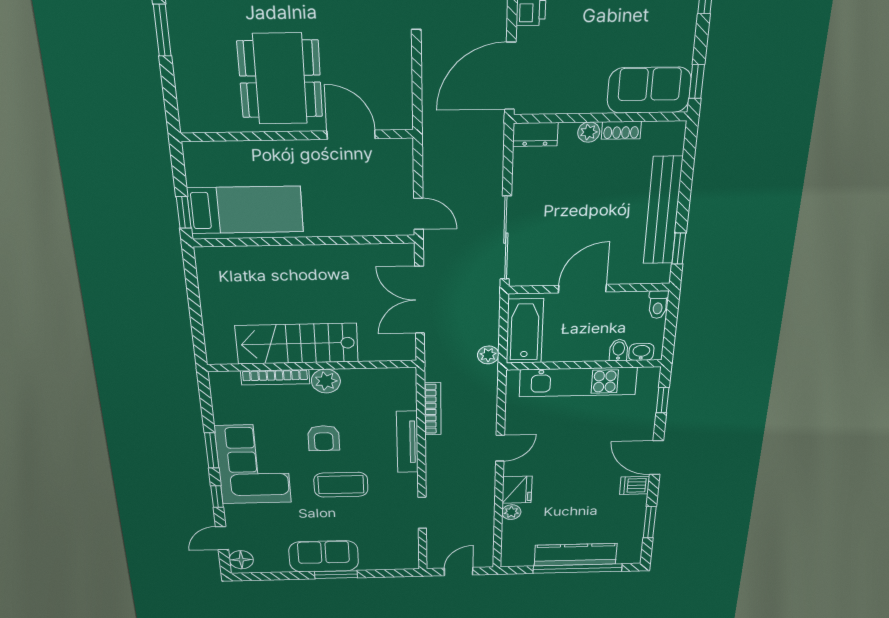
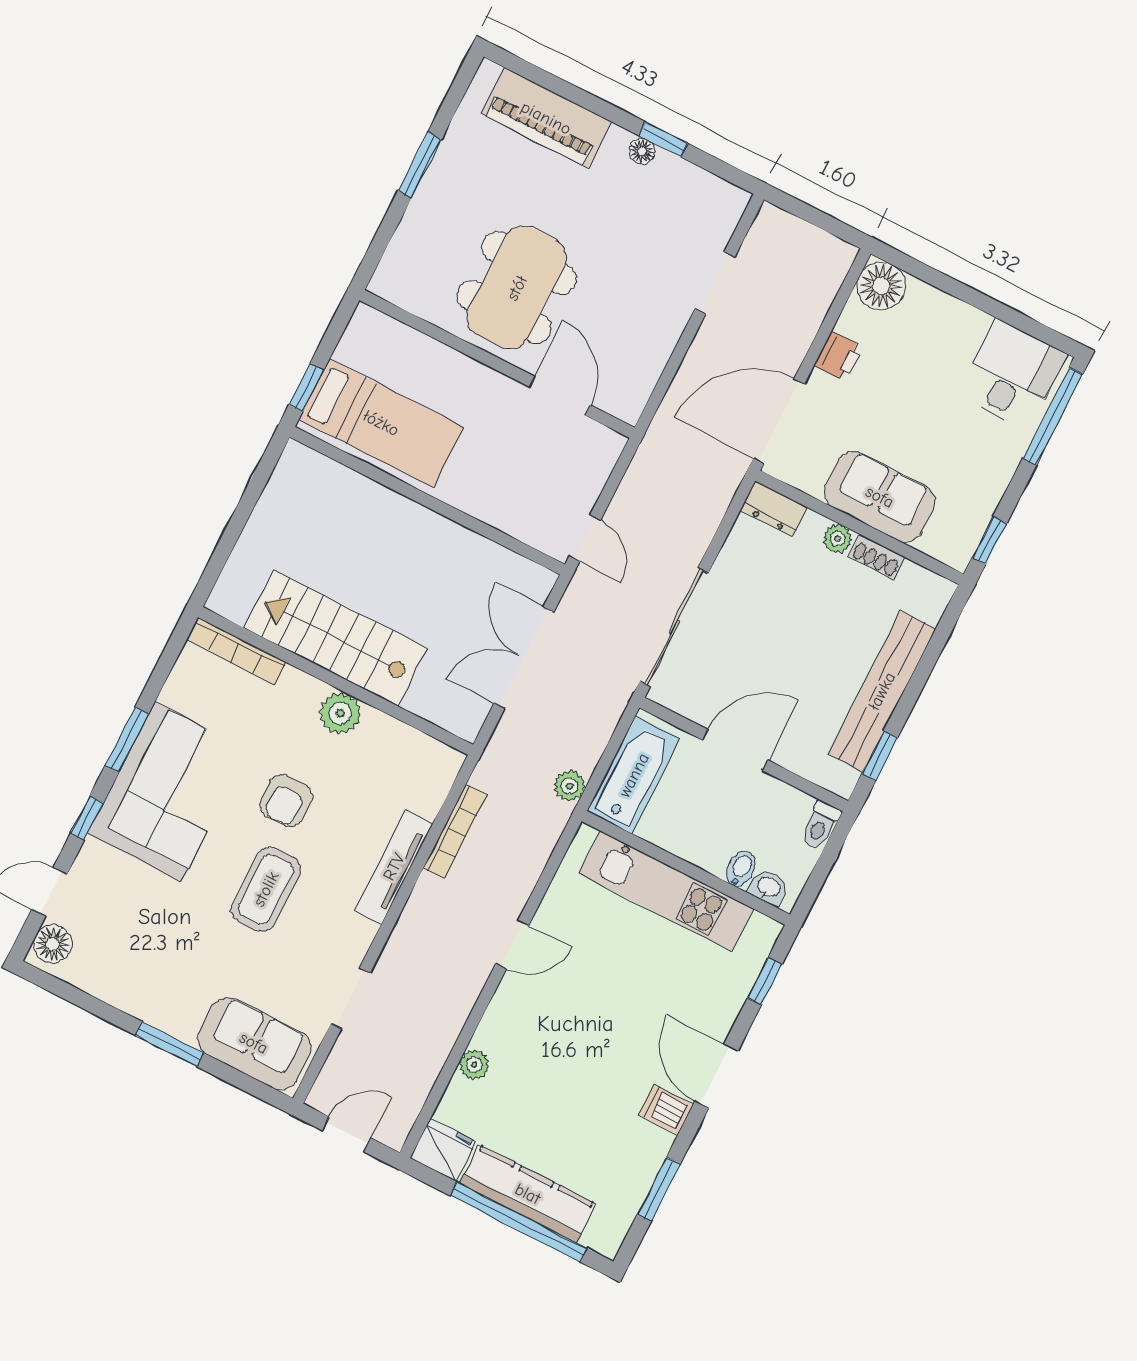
sofa: (649, 90) -> (880, 497), moved
bookcase: (275, 377) -> (236, 651), moved
coffee table: (341, 485) -> (266, 889), turned 90
fridge: (517, 490) -> (443, 1150), moved, turned -90
sofa: (324, 556) -> (254, 1043), moved

